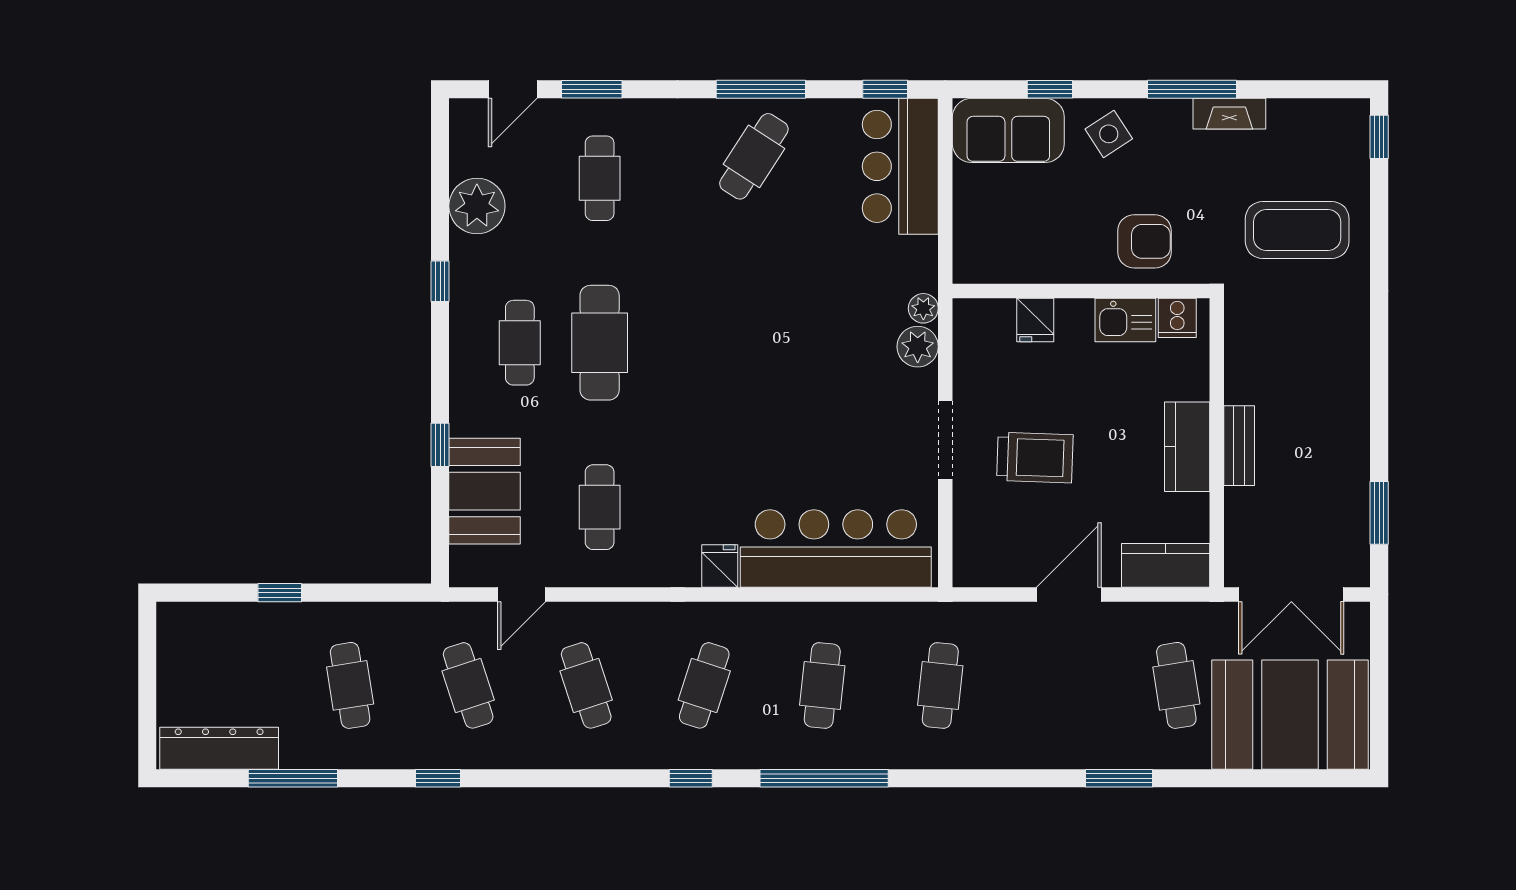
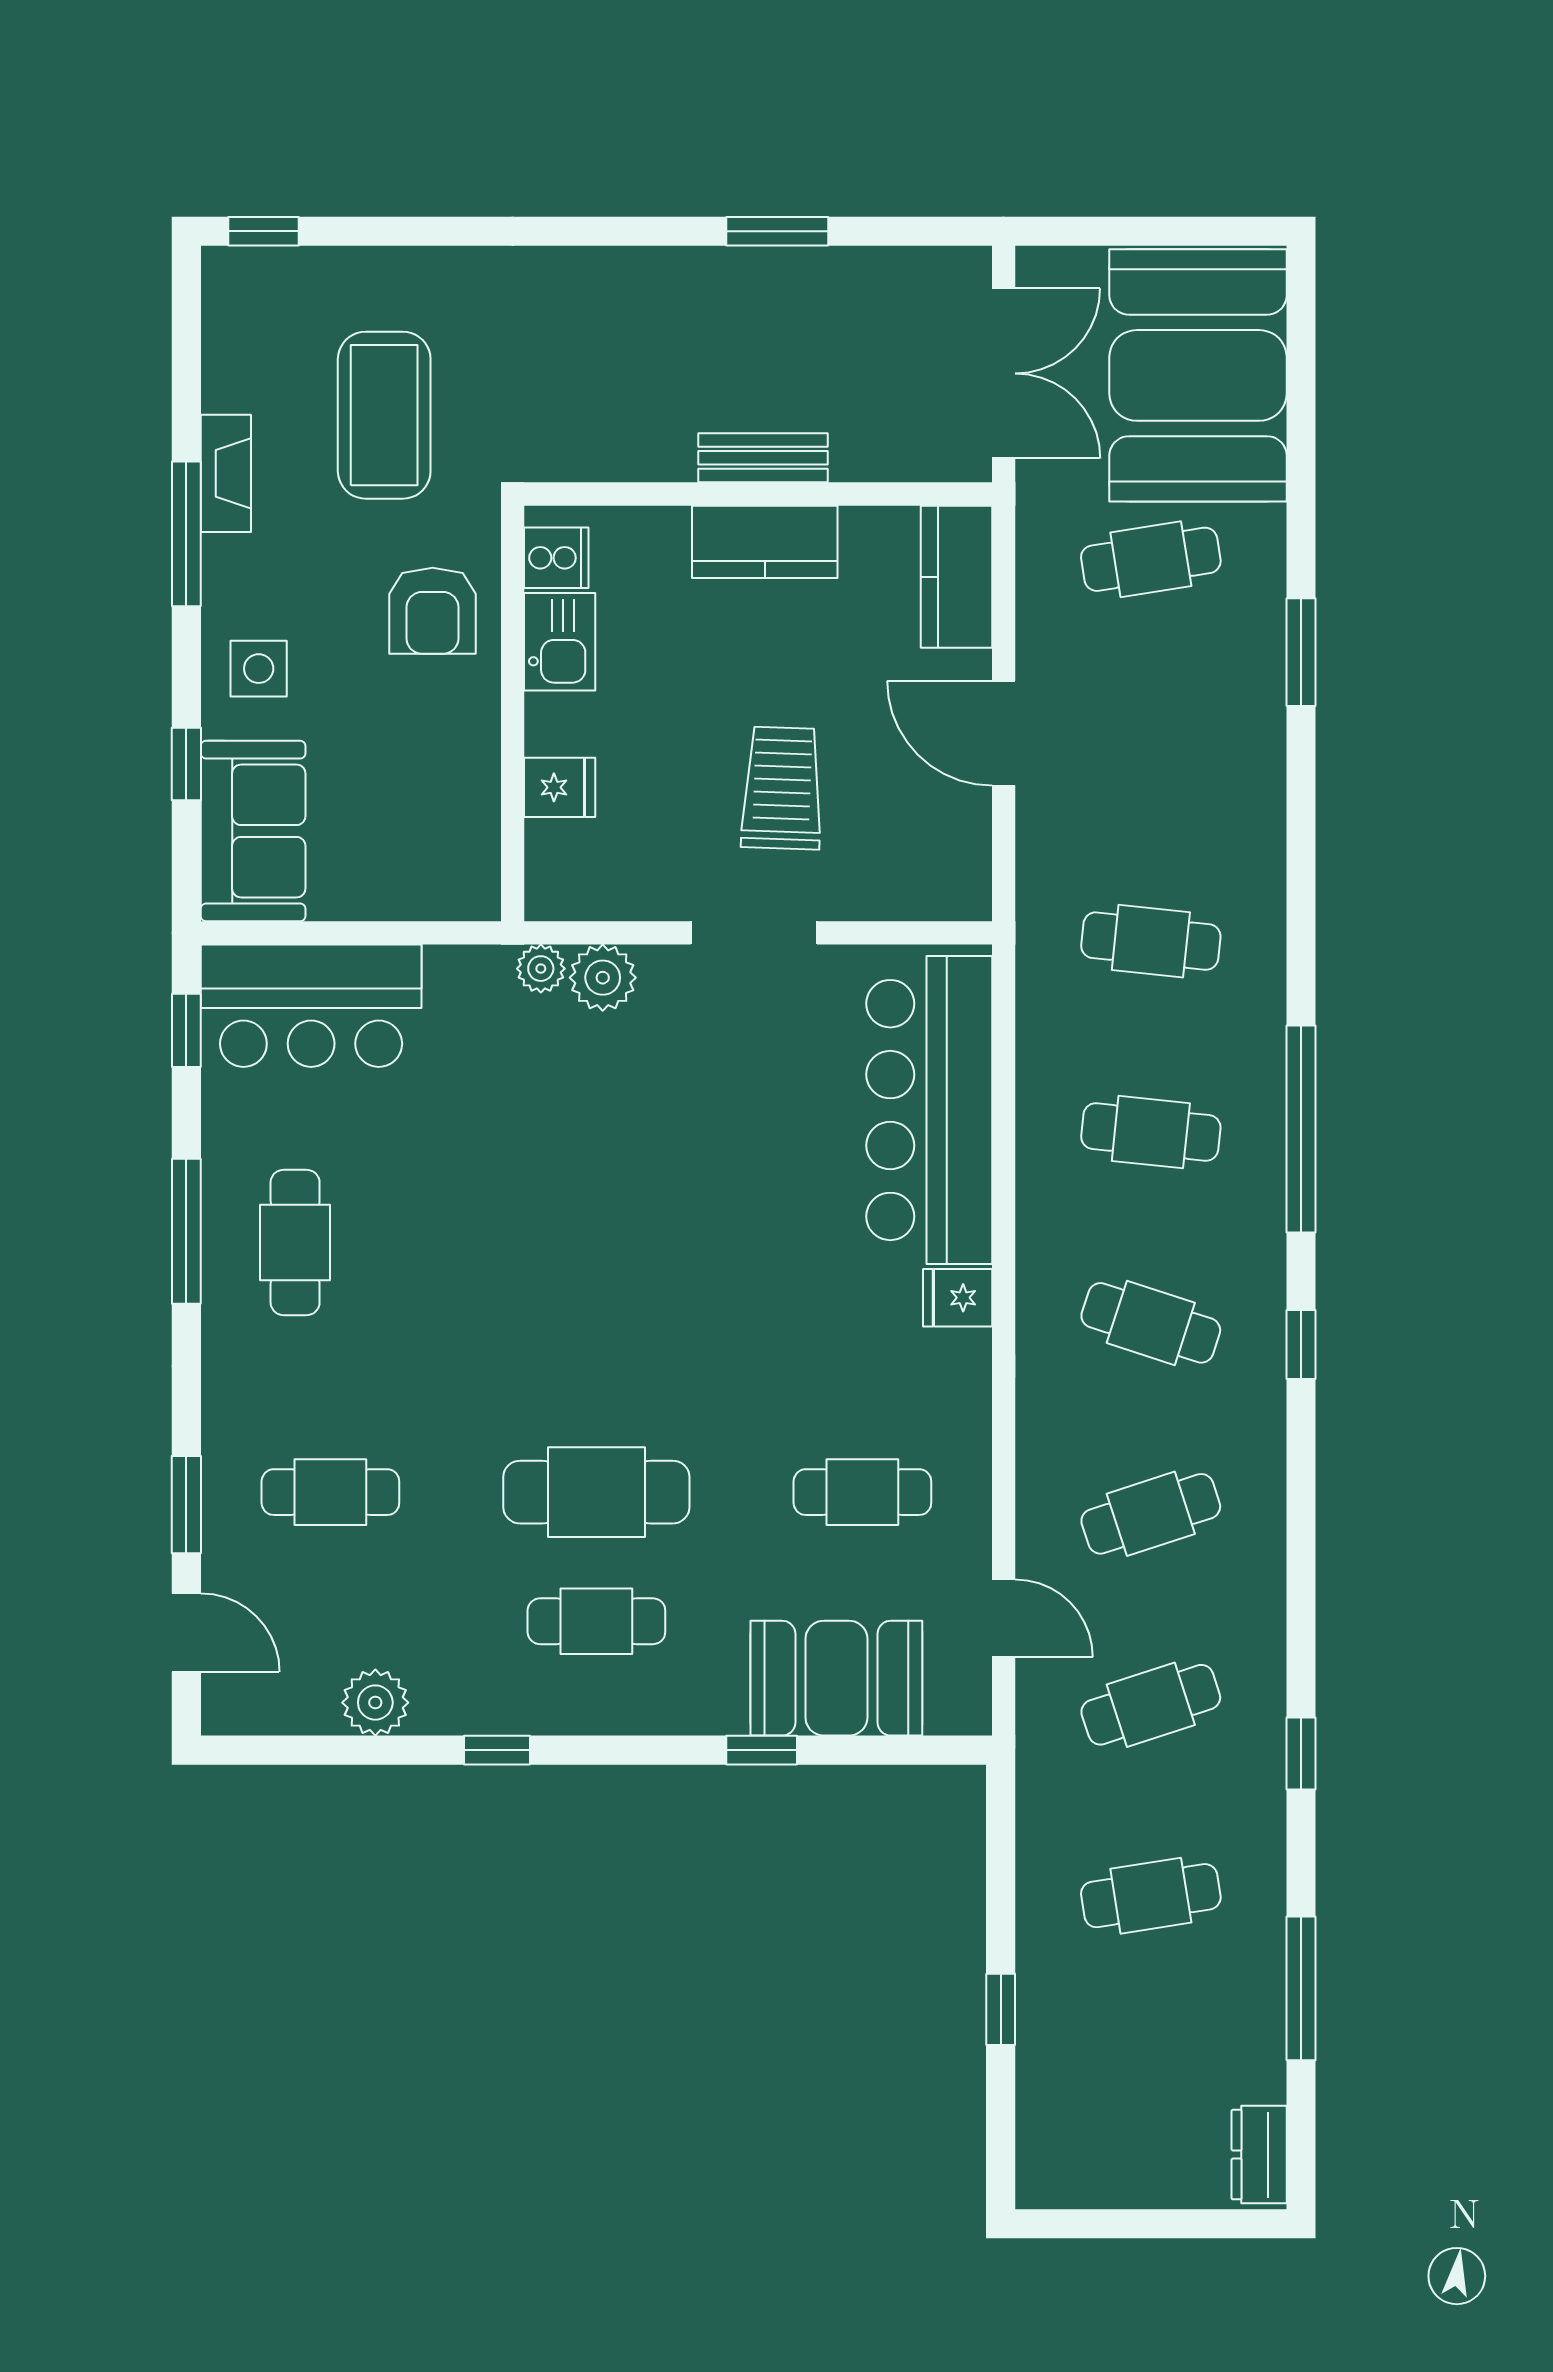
side table: (1109, 134) -> (259, 669), turned 33
cafe table: (754, 156) -> (295, 1242), turned 57
plant: (477, 206) -> (375, 1703), width x0.73, depth x0.73
coffee table: (1297, 230) -> (384, 415), moved
armchair: (1144, 241) -> (433, 611), turned 180
window: (1379, 513) -> (777, 231), moved
dresser: (219, 748) -> (1259, 2155), width x0.51, depth x0.80

